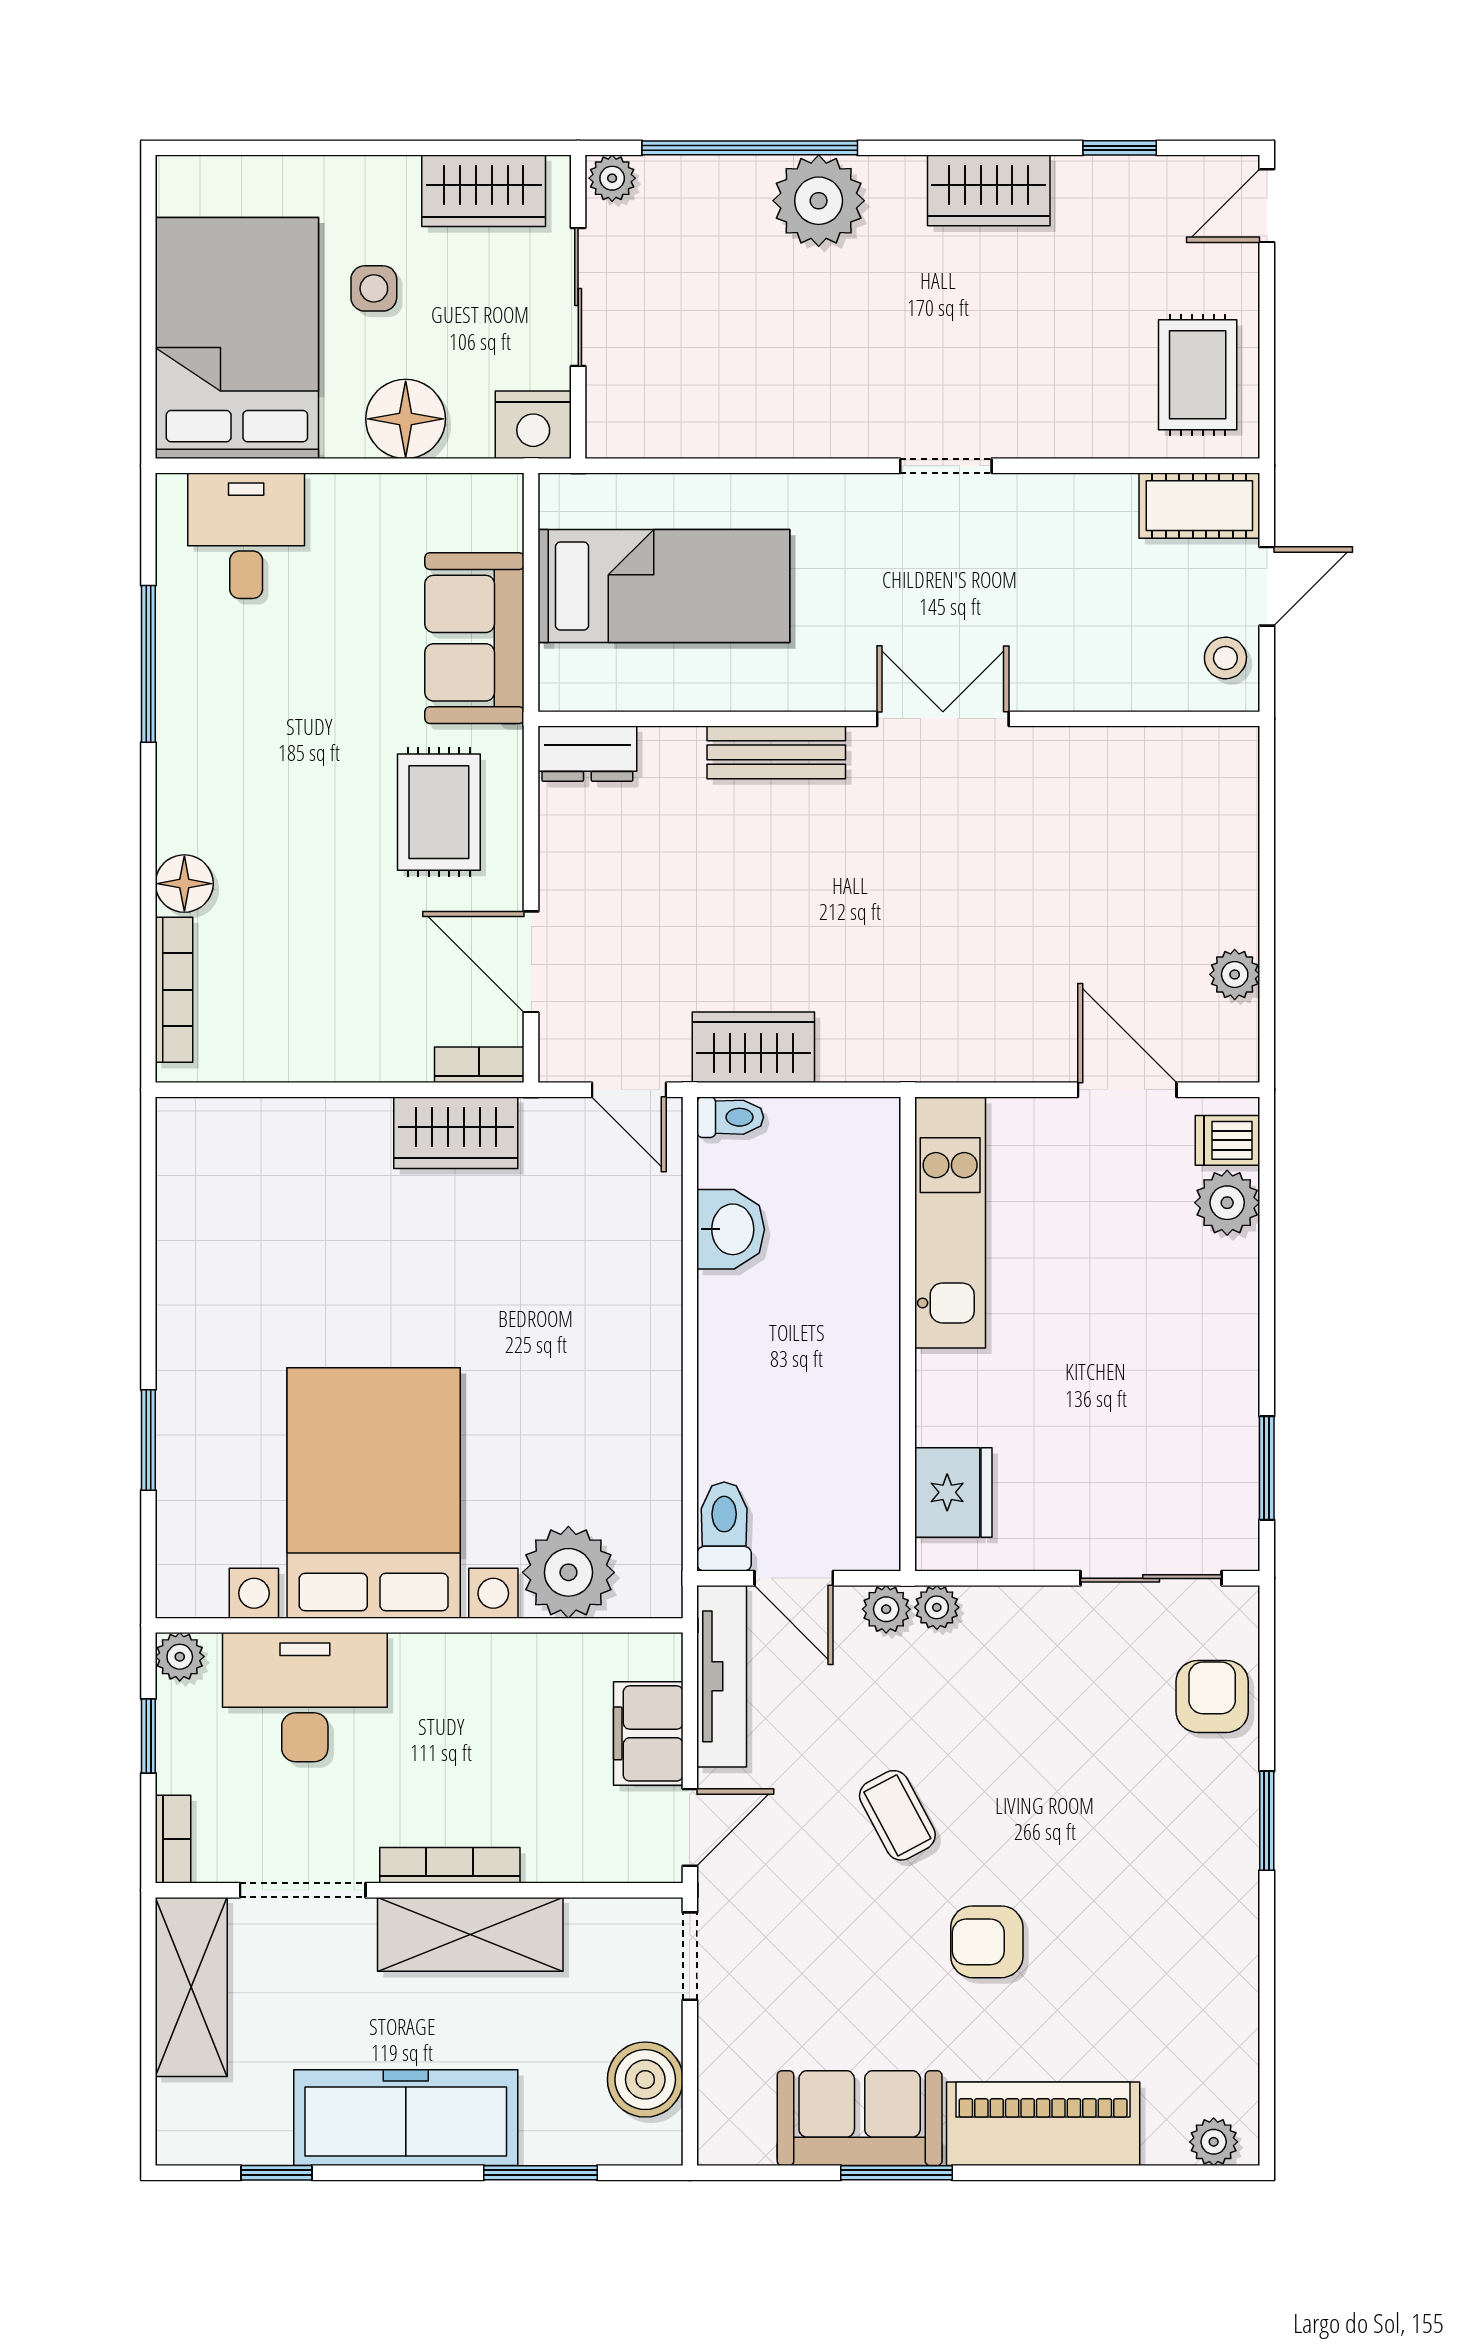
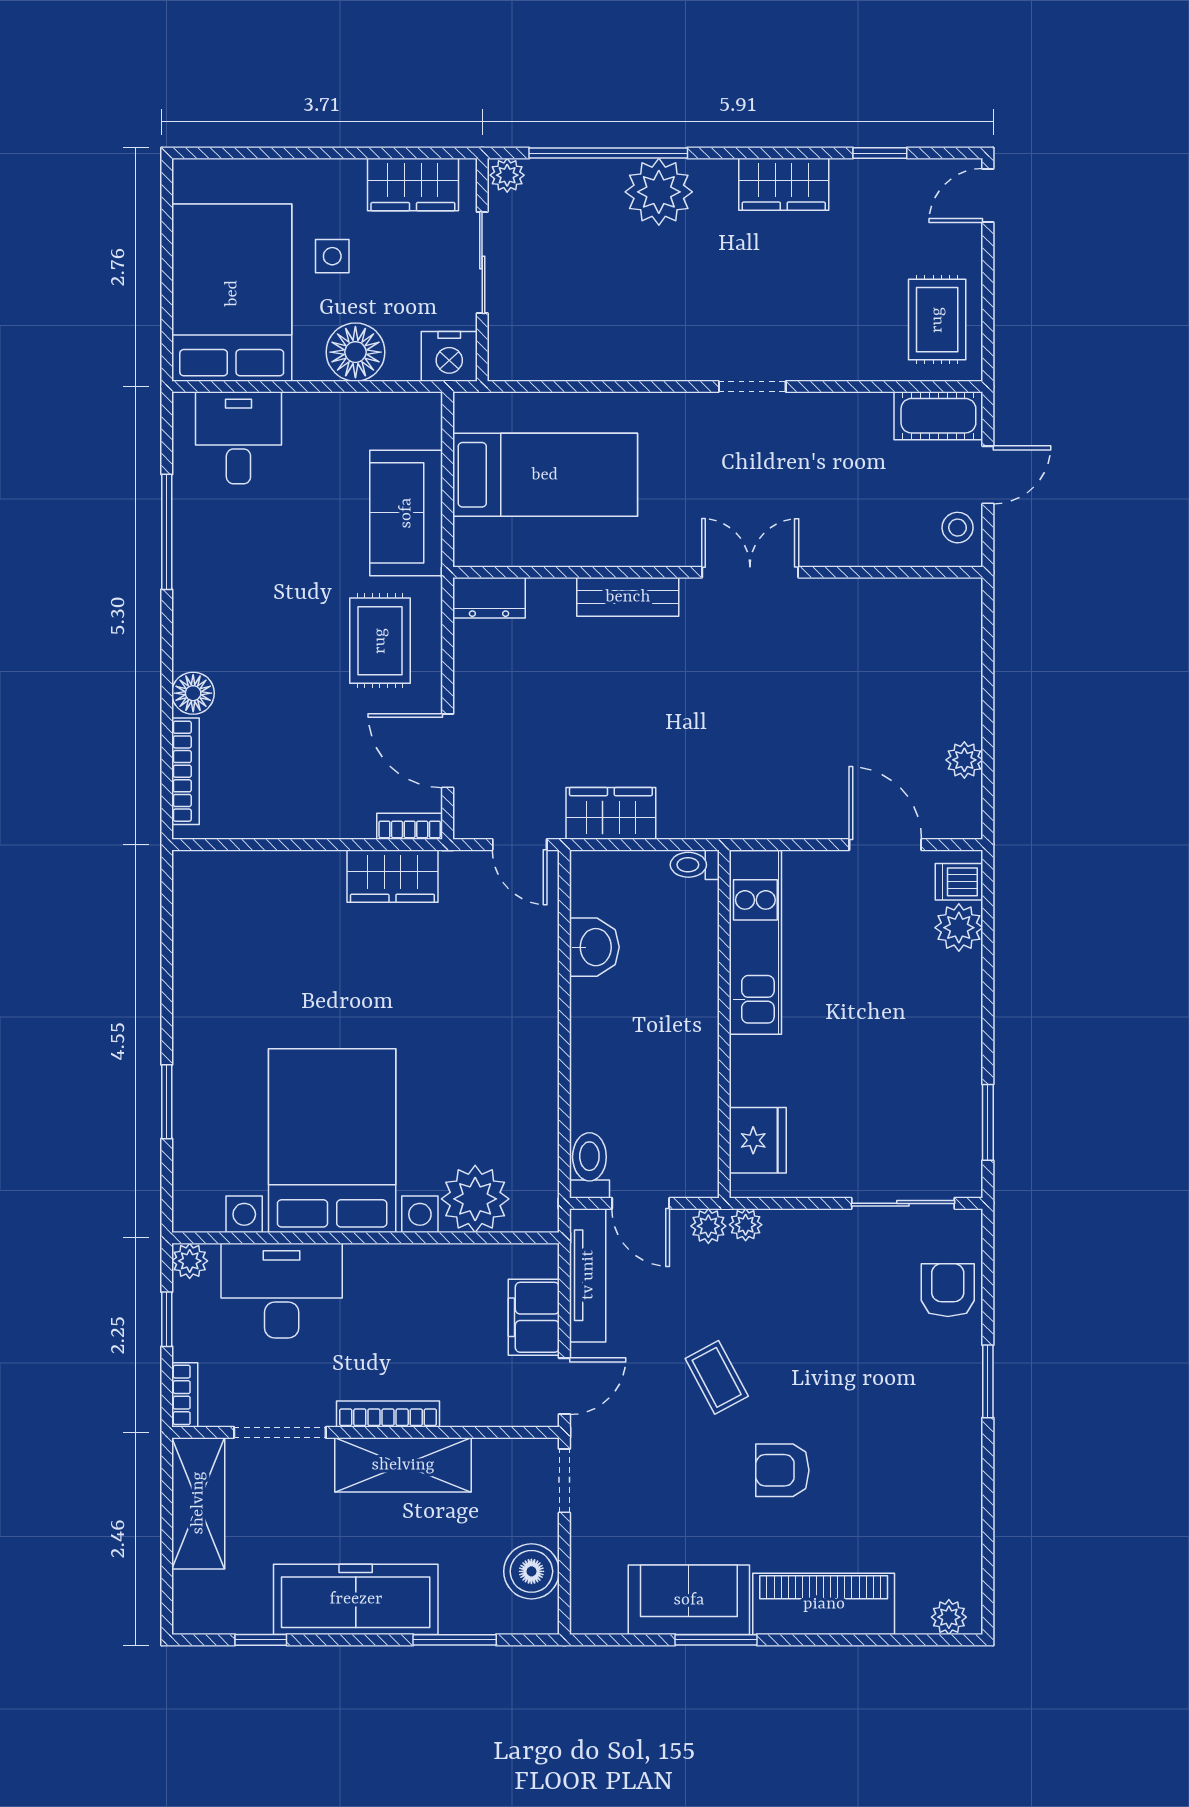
toilet: (730, 1117) -> (695, 865), moved, turned 180

